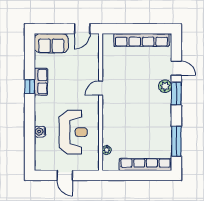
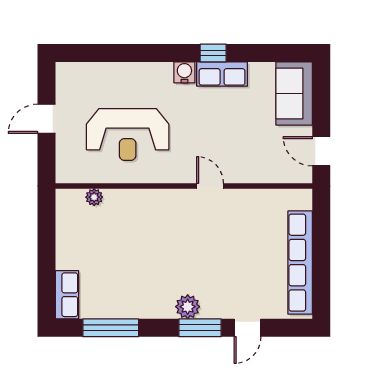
plant: (165, 86) -> (188, 307), moved
water cooler: (40, 132) -> (184, 72), moved
row of seats: (146, 164) -> (67, 295), width x0.50

